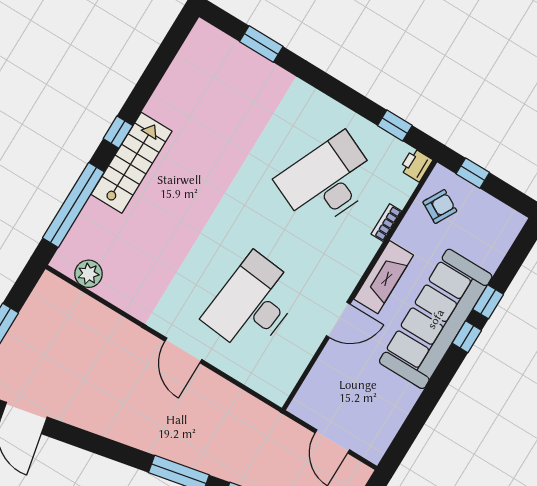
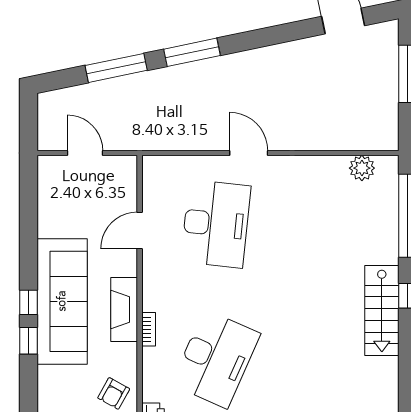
stairs: (131, 163) -> (382, 310), moved
bookcase: (386, 223) -> (149, 329), moved
door: (338, 320) -> (140, 230), moved

